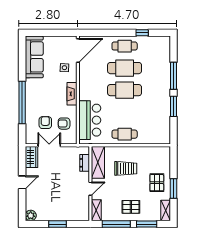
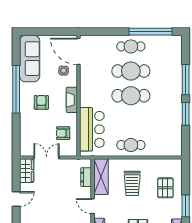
window: (142, 33) -> (150, 32), width x3.17
door: (78, 50) -> (79, 51), swing flipped
window: (22, 102) -> (16, 89), moved
armchair: (45, 123) -> (41, 102), moved
trolley: (126, 168) -> (132, 183), turned 90
pallet: (157, 183) -> (165, 188), moved
door: (90, 189) -> (93, 206), swing flipped

